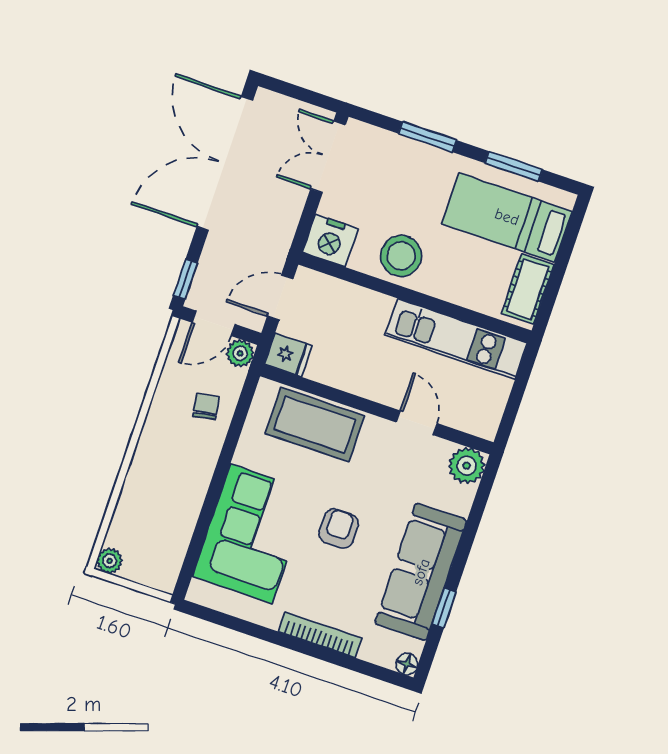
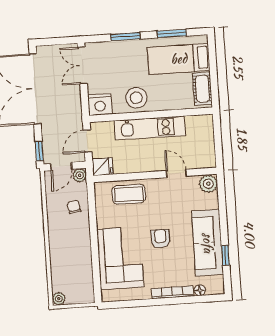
kitchen unit: (456, 339) -> (150, 128), moved
coffee table: (315, 425) -> (129, 194), width x0.73, depth x0.76
floor lamp: (407, 664) -> (200, 290), moved

